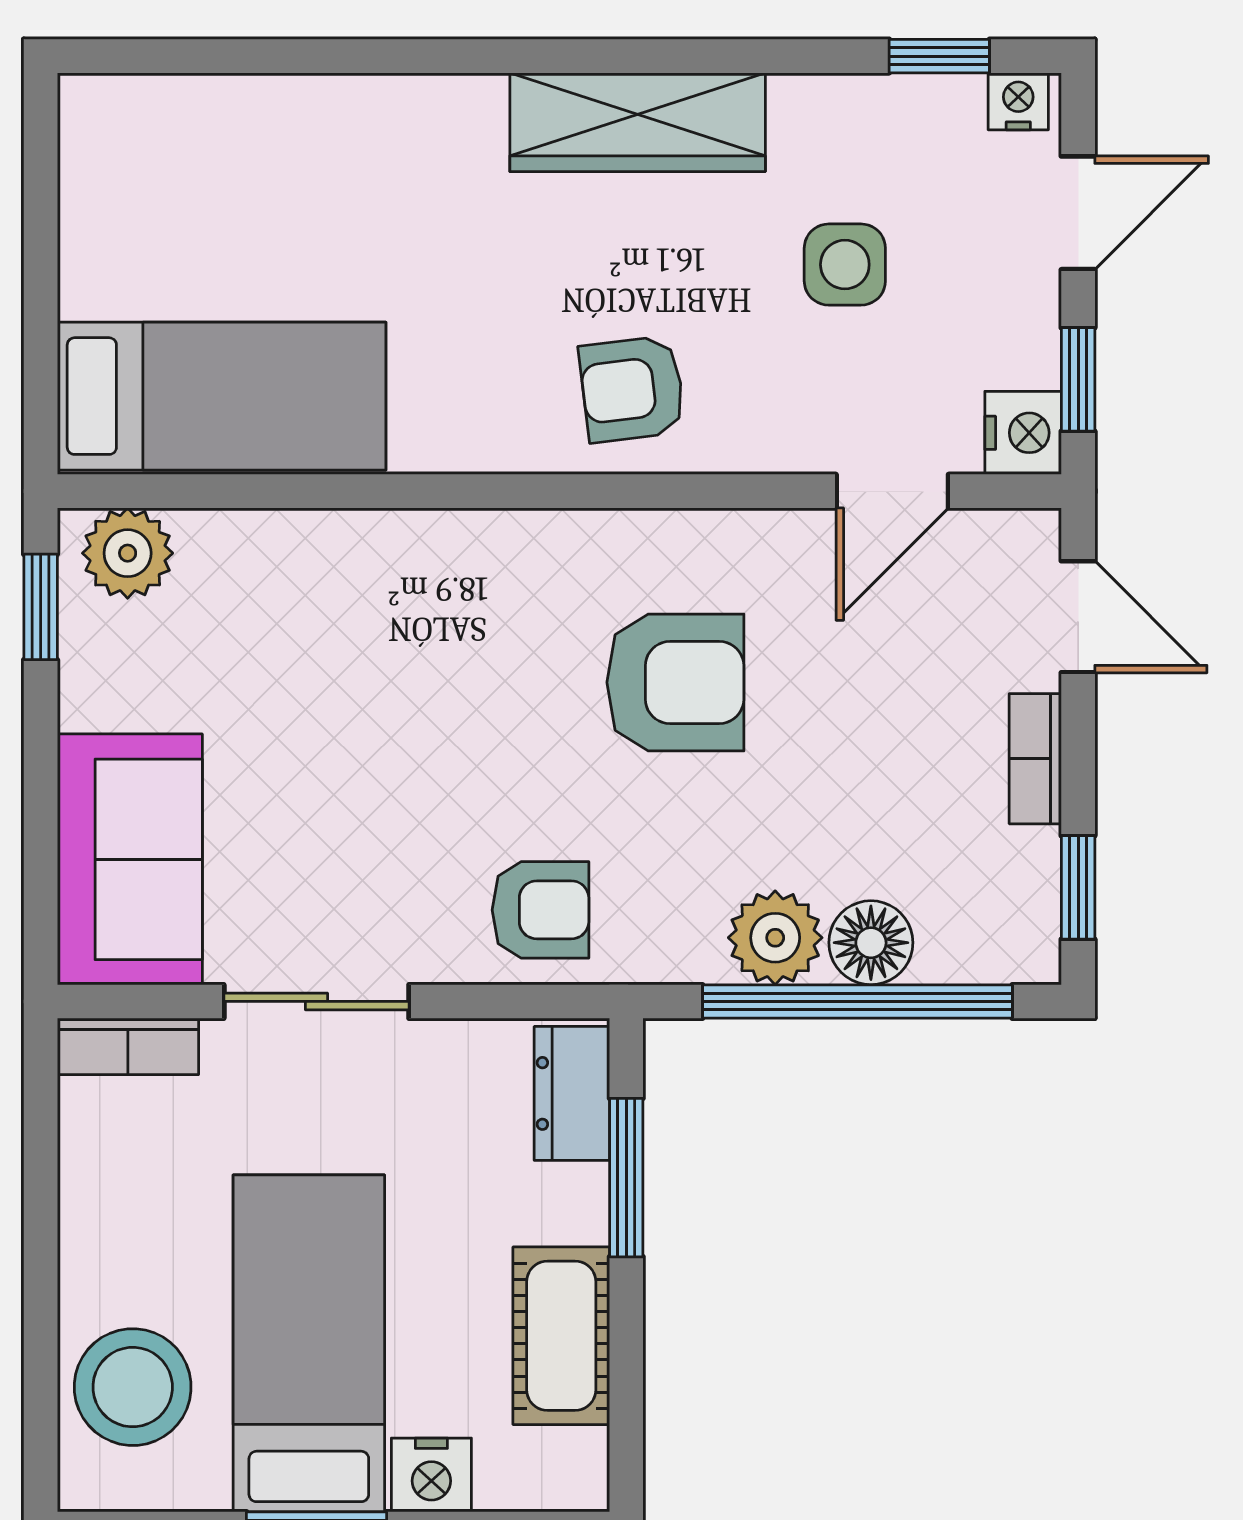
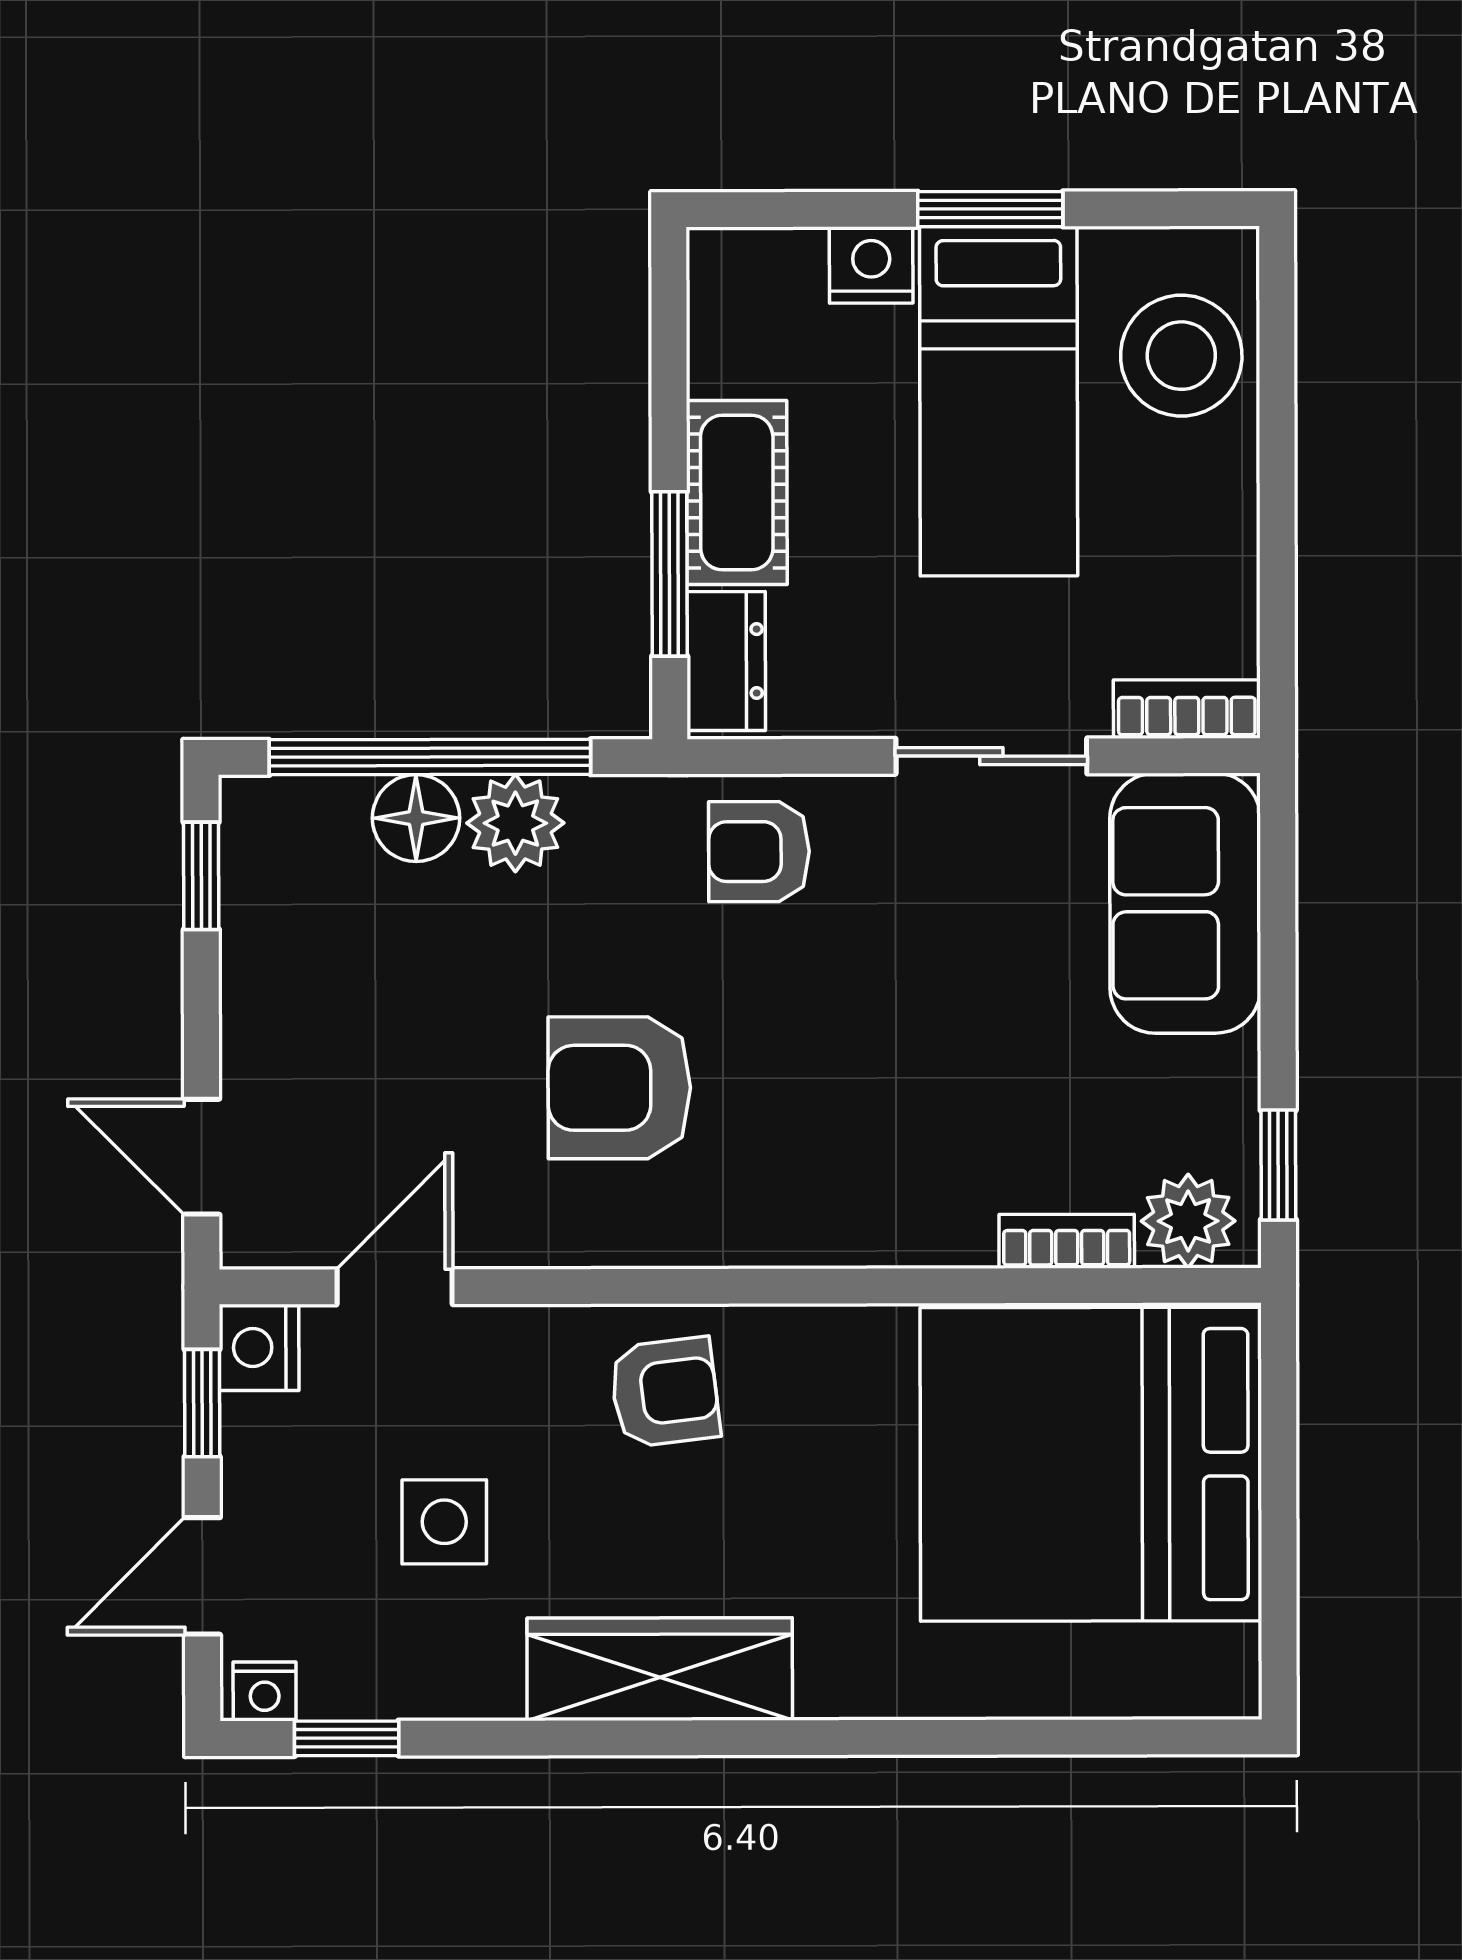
bed: (222, 396) -> (1091, 1464), width x2.04
bookcase: (1035, 759) -> (1067, 1241), moved, turned -90
cot: (561, 1336) -> (737, 492), moved

